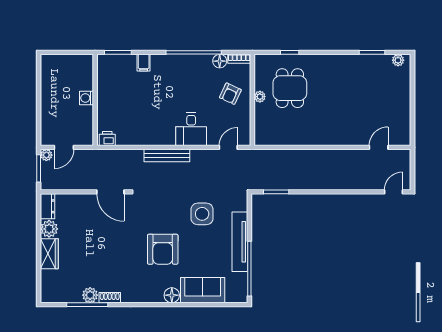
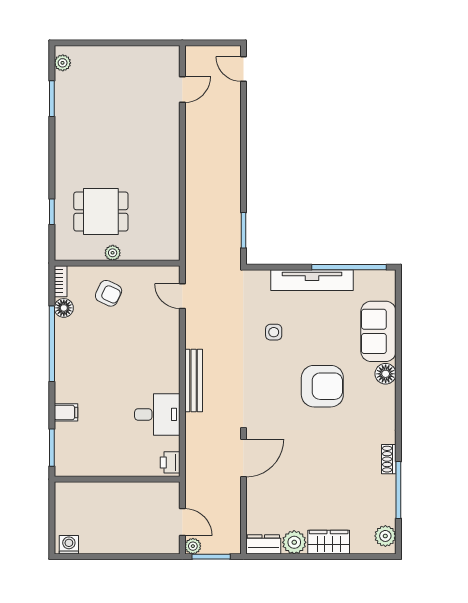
washing machine: (86, 98) -> (69, 545), moved, turned 180
desk: (191, 129) -> (157, 414), moved
door: (379, 147) -> (182, 89), swing flipped
side table: (202, 214) -> (274, 332), width x0.54, depth x0.54
plant: (90, 295) -> (385, 536), moved

